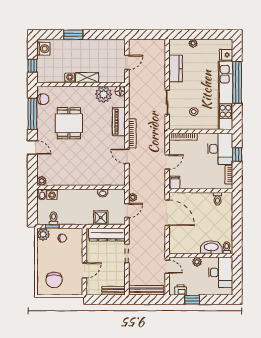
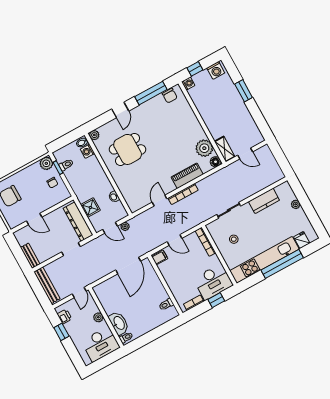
washing machine: (70, 78) -> (188, 84), moved
shelving: (87, 78) -> (225, 149), moved
dining table: (69, 123) -> (128, 149), moved

